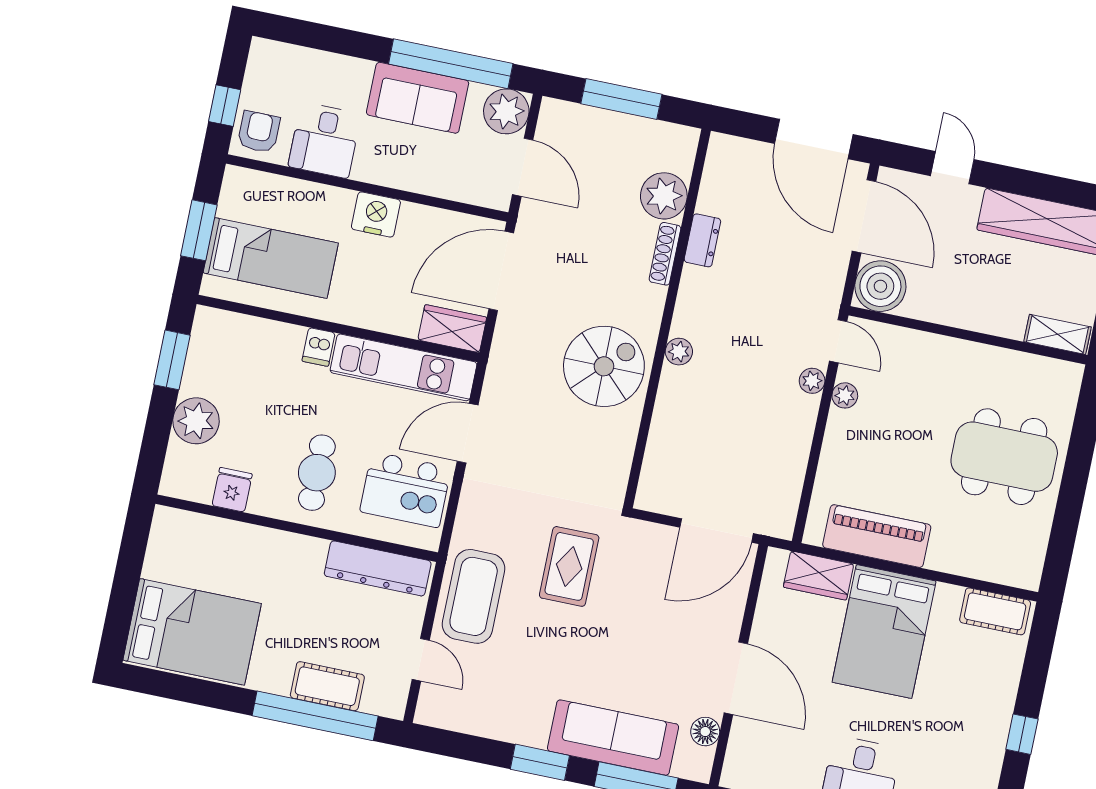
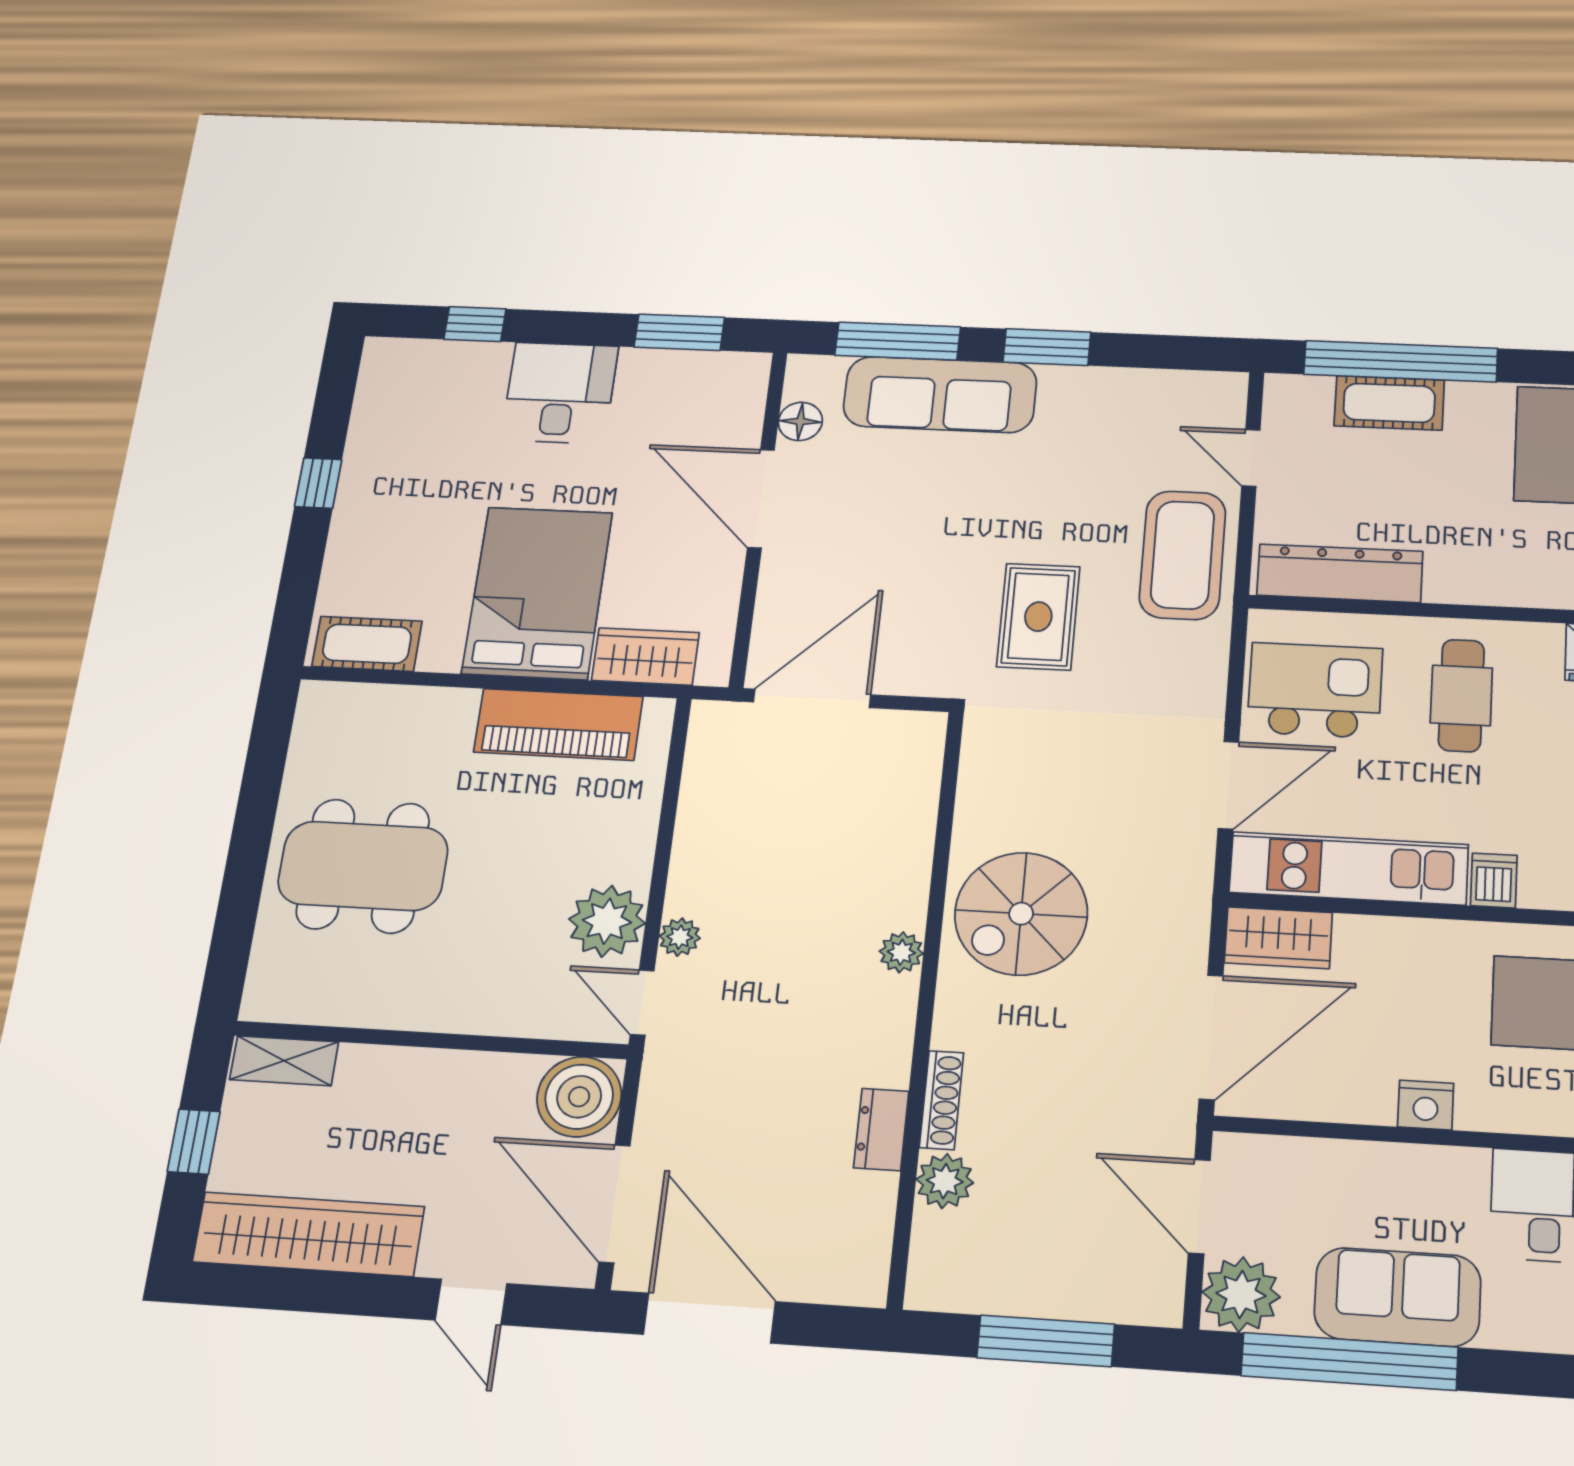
plant: (664, 196) -> (945, 1181), width x0.73, depth x0.73
nightstand: (376, 214) -> (1426, 1105), width x0.74, depth x0.75
plant: (845, 395) -> (607, 921), width x1.87, depth x1.87

